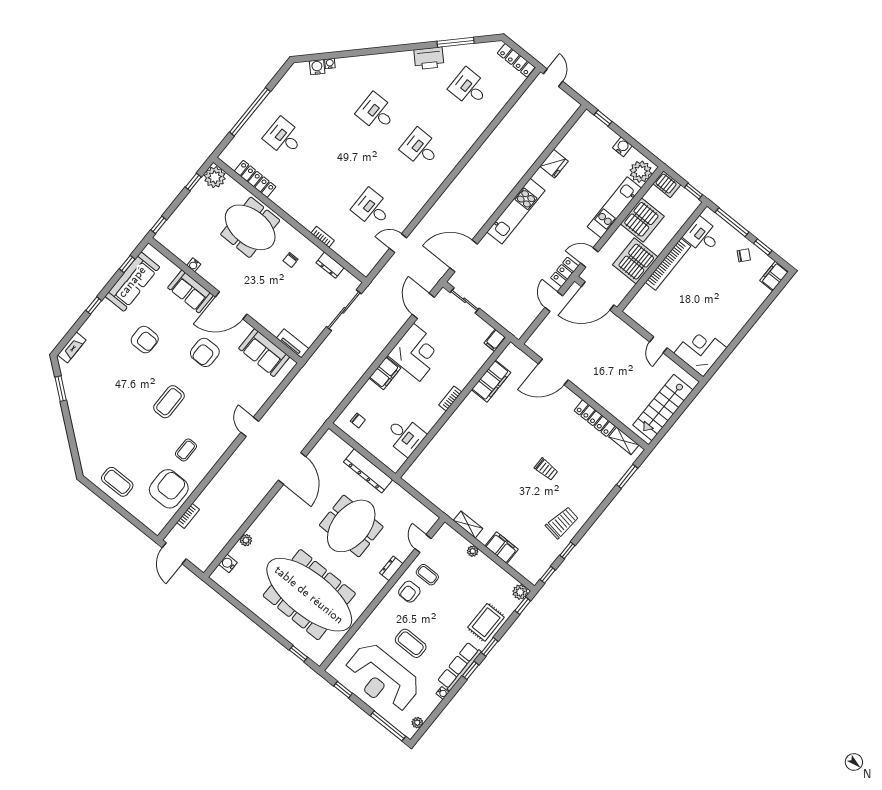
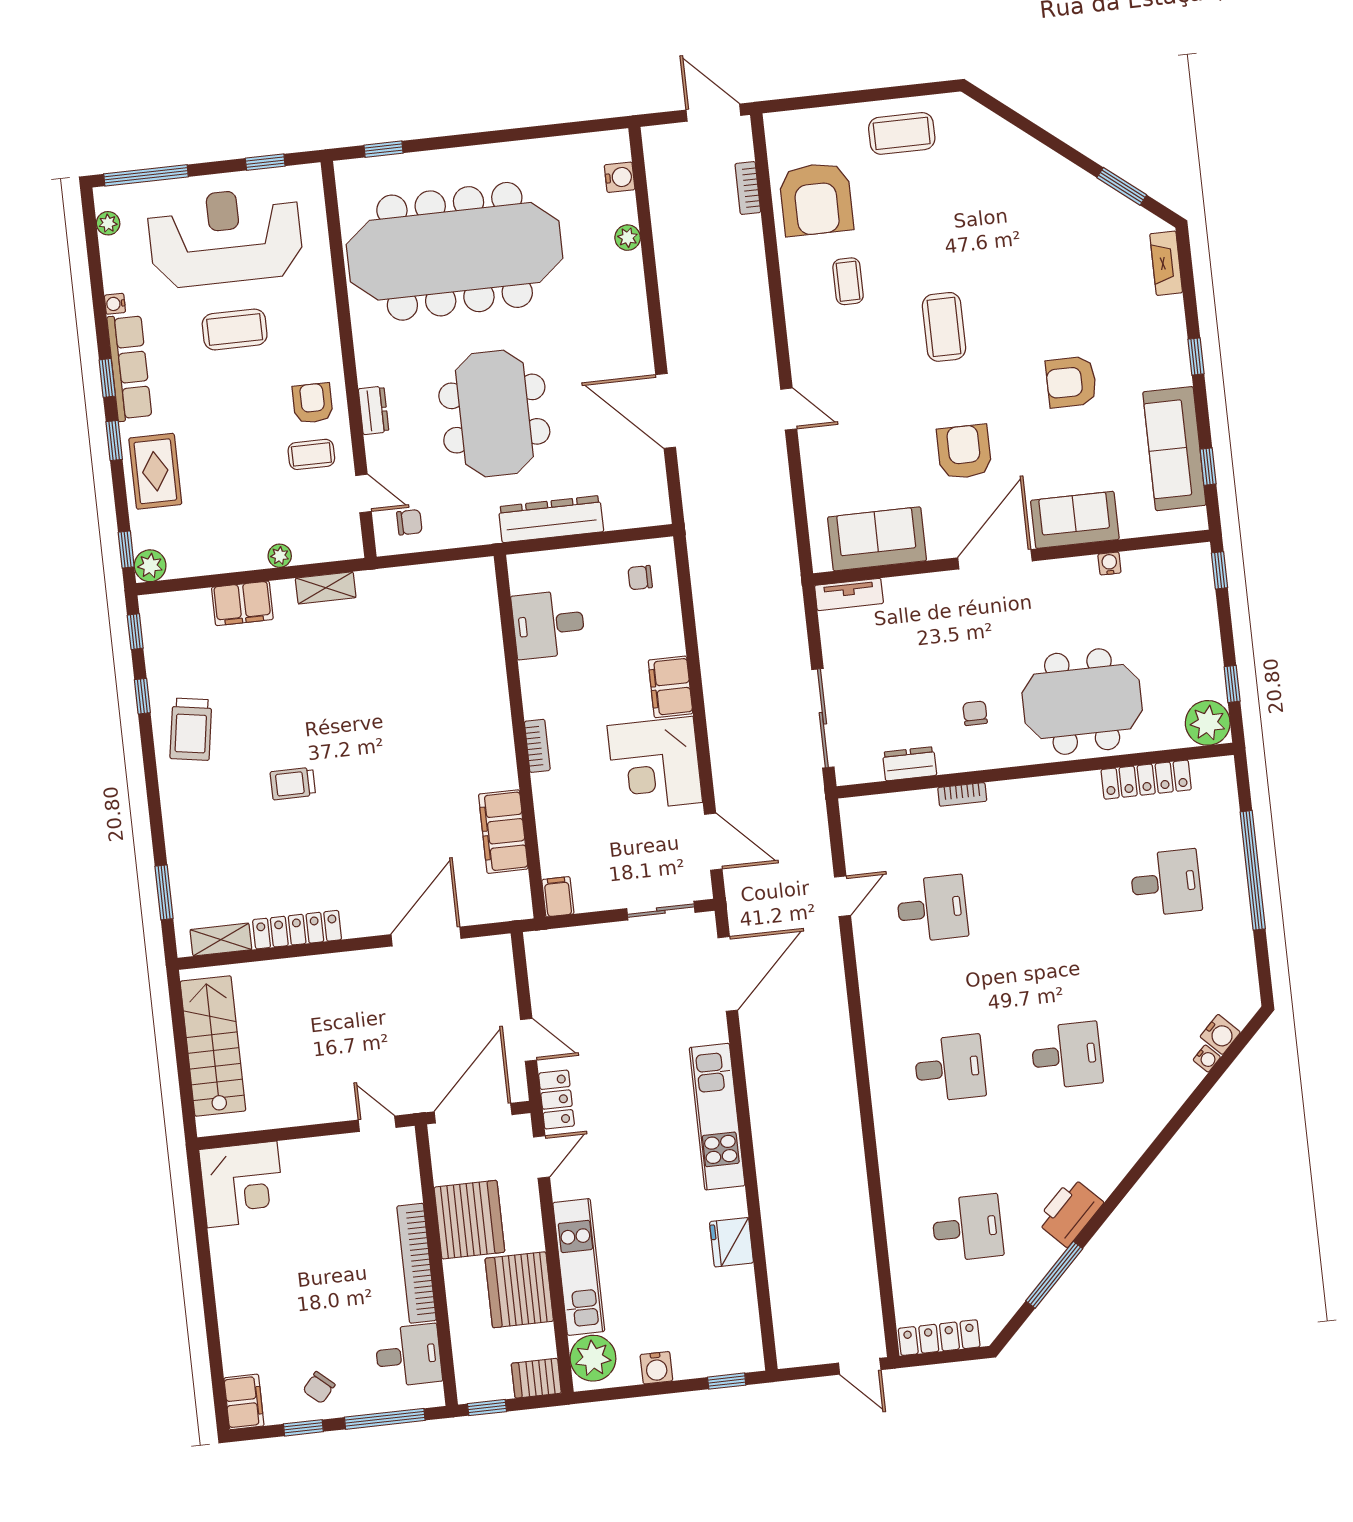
door: (658, 345) -> (377, 1124), moved
chair: (417, 518) -> (409, 522), added

